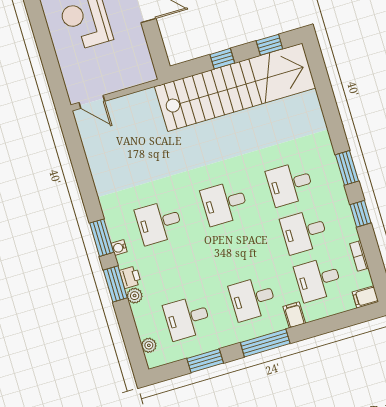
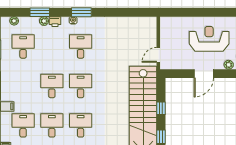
door: (92, 102) -> (158, 55), moved
window: (115, 284) -> (40, 12), moved
desk: (253, 299) -> (52, 86), moved

